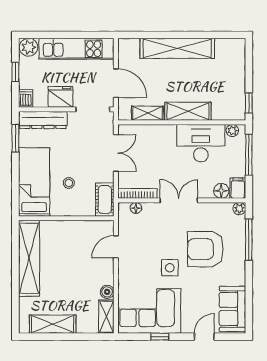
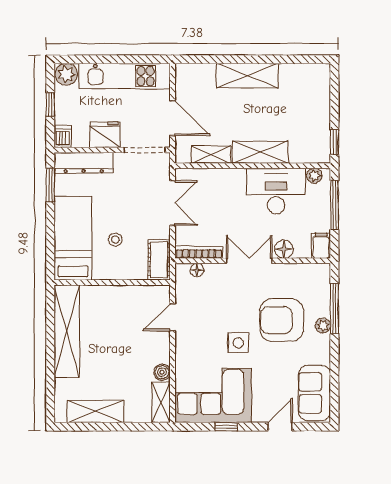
shelving: (177, 48) -> (247, 76), width x0.68
floor lamp: (221, 191) -> (284, 249), moved
plant: (239, 209) -> (323, 326), moved

